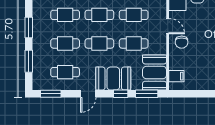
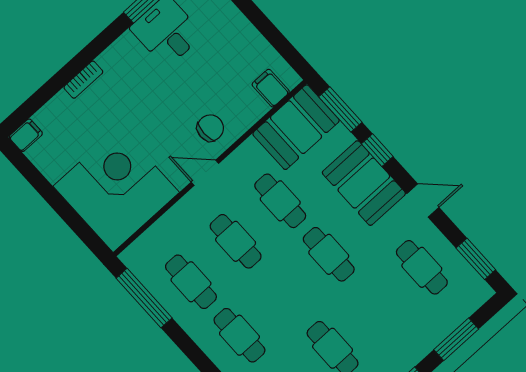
cafe table: (99, 15) -> (284, 295), removed
door: (168, 26) -> (205, 173), hinge flipped
cafe table: (65, 43) -> (377, 308), removed

